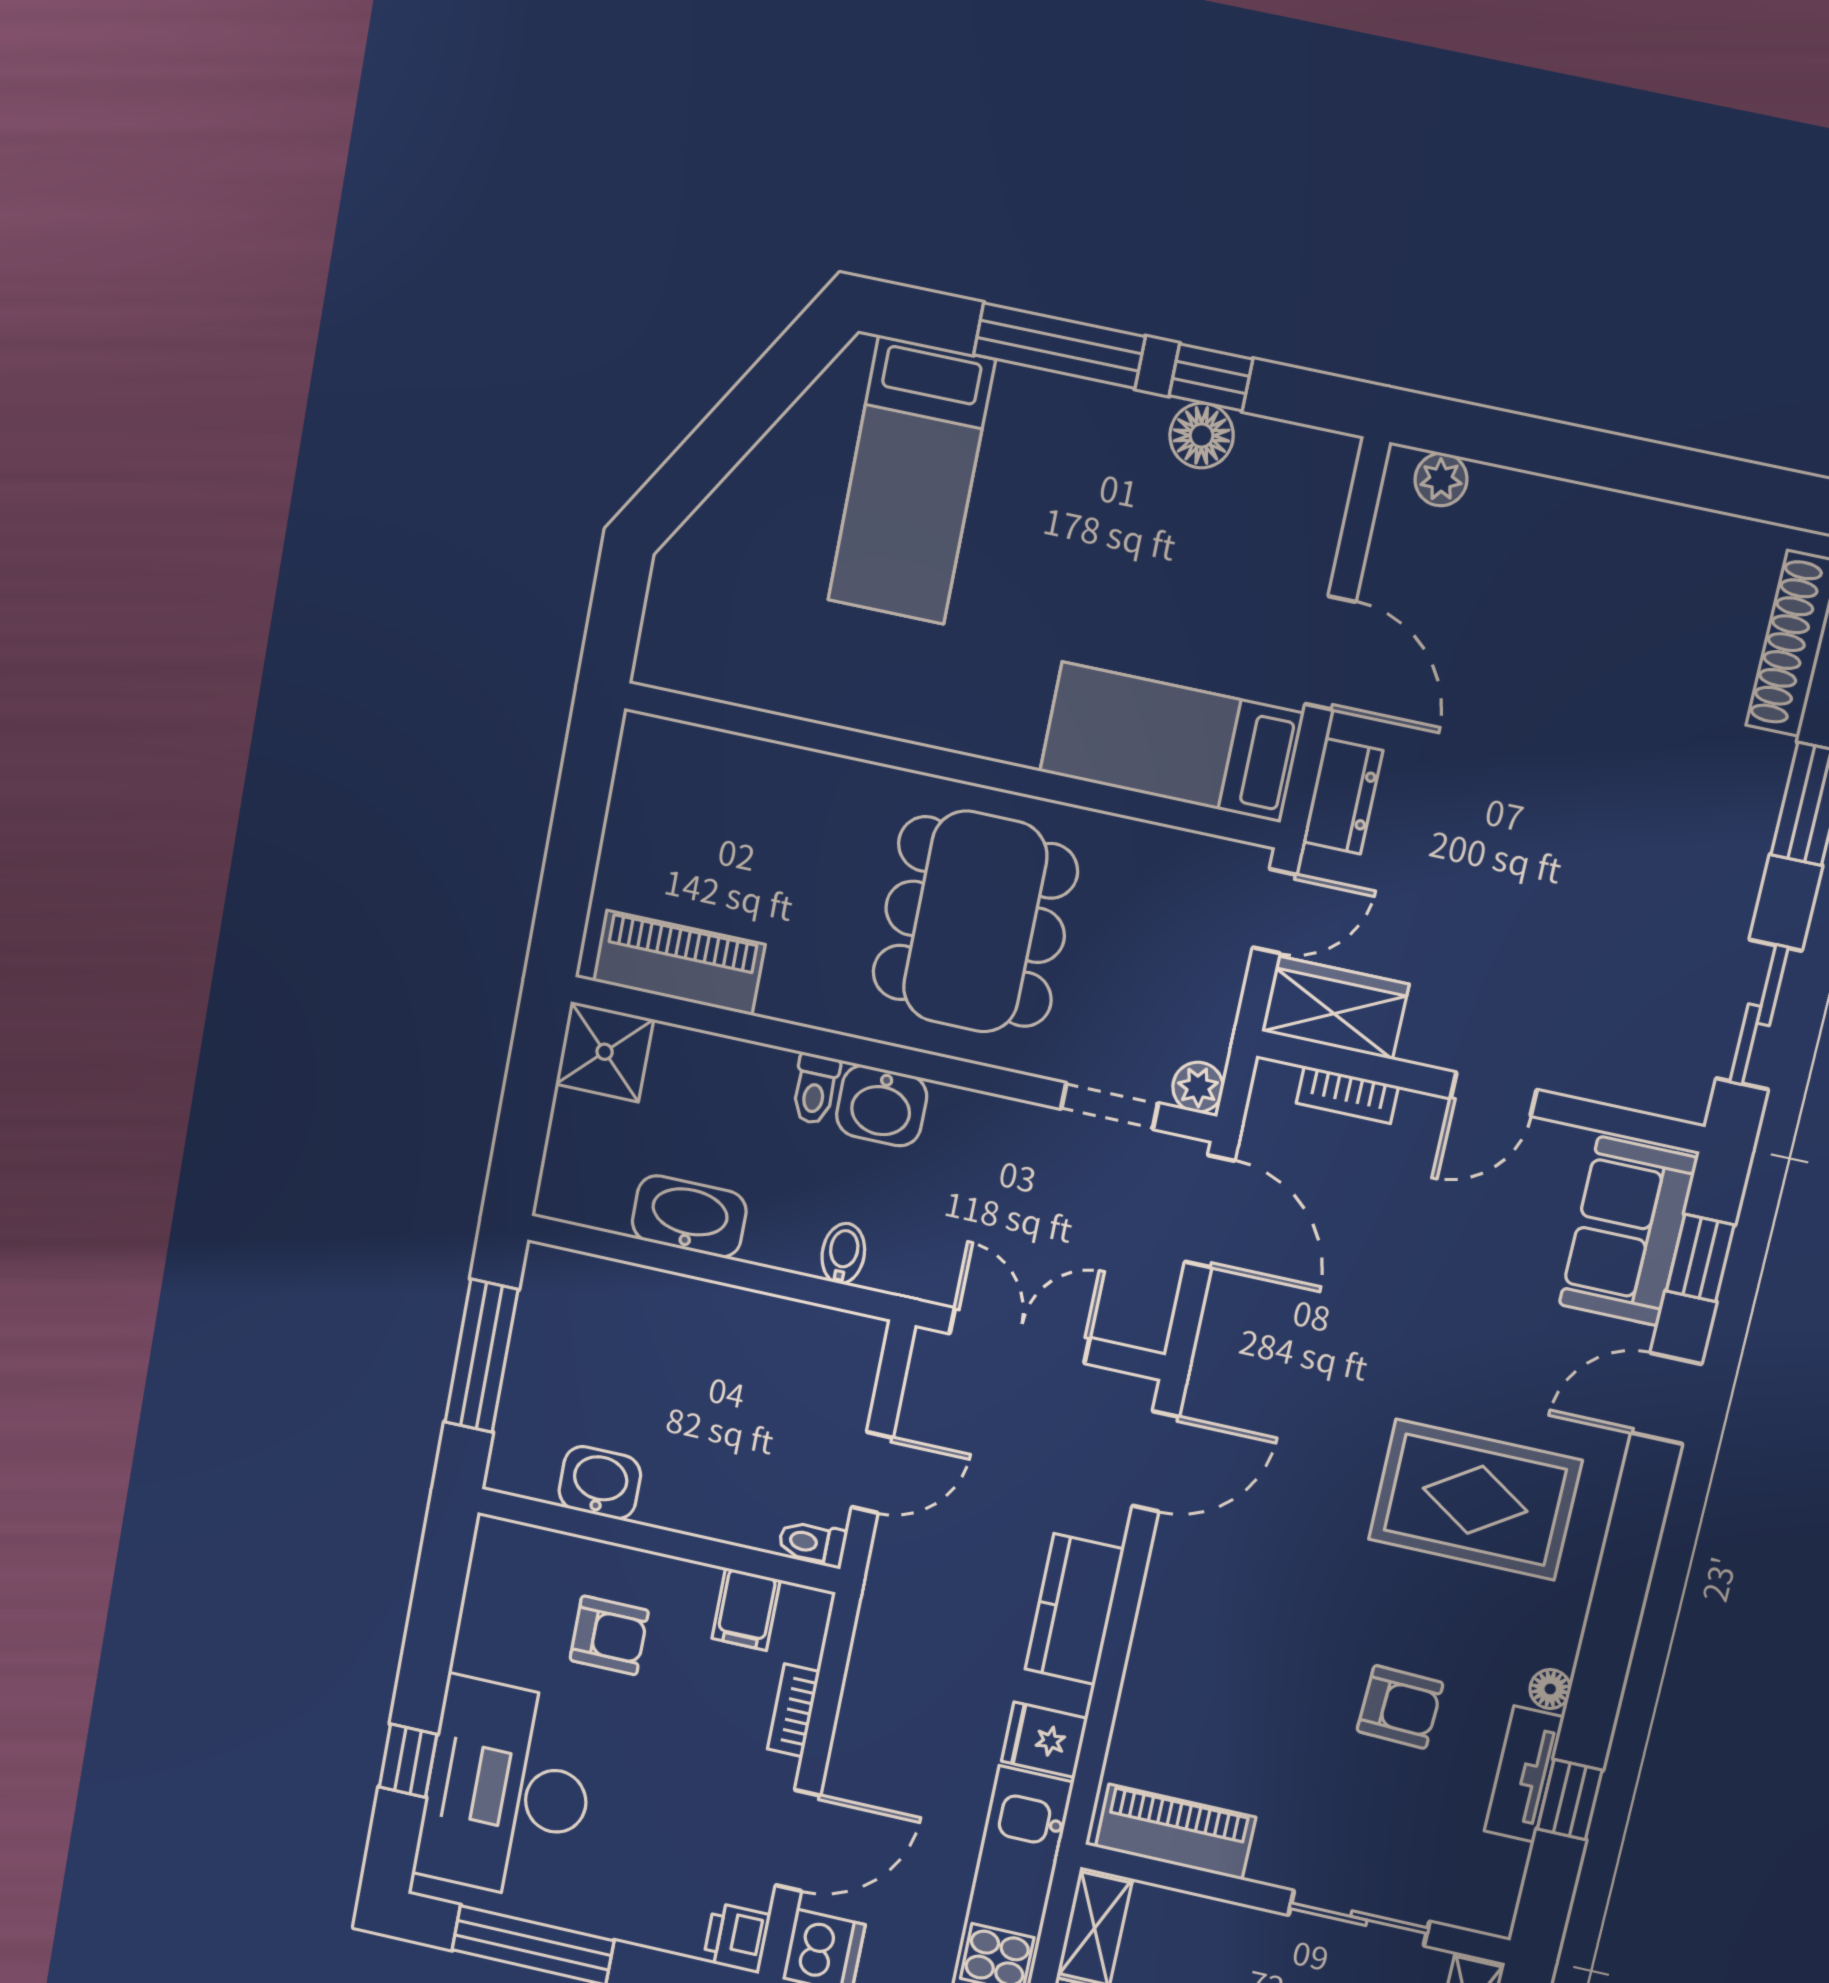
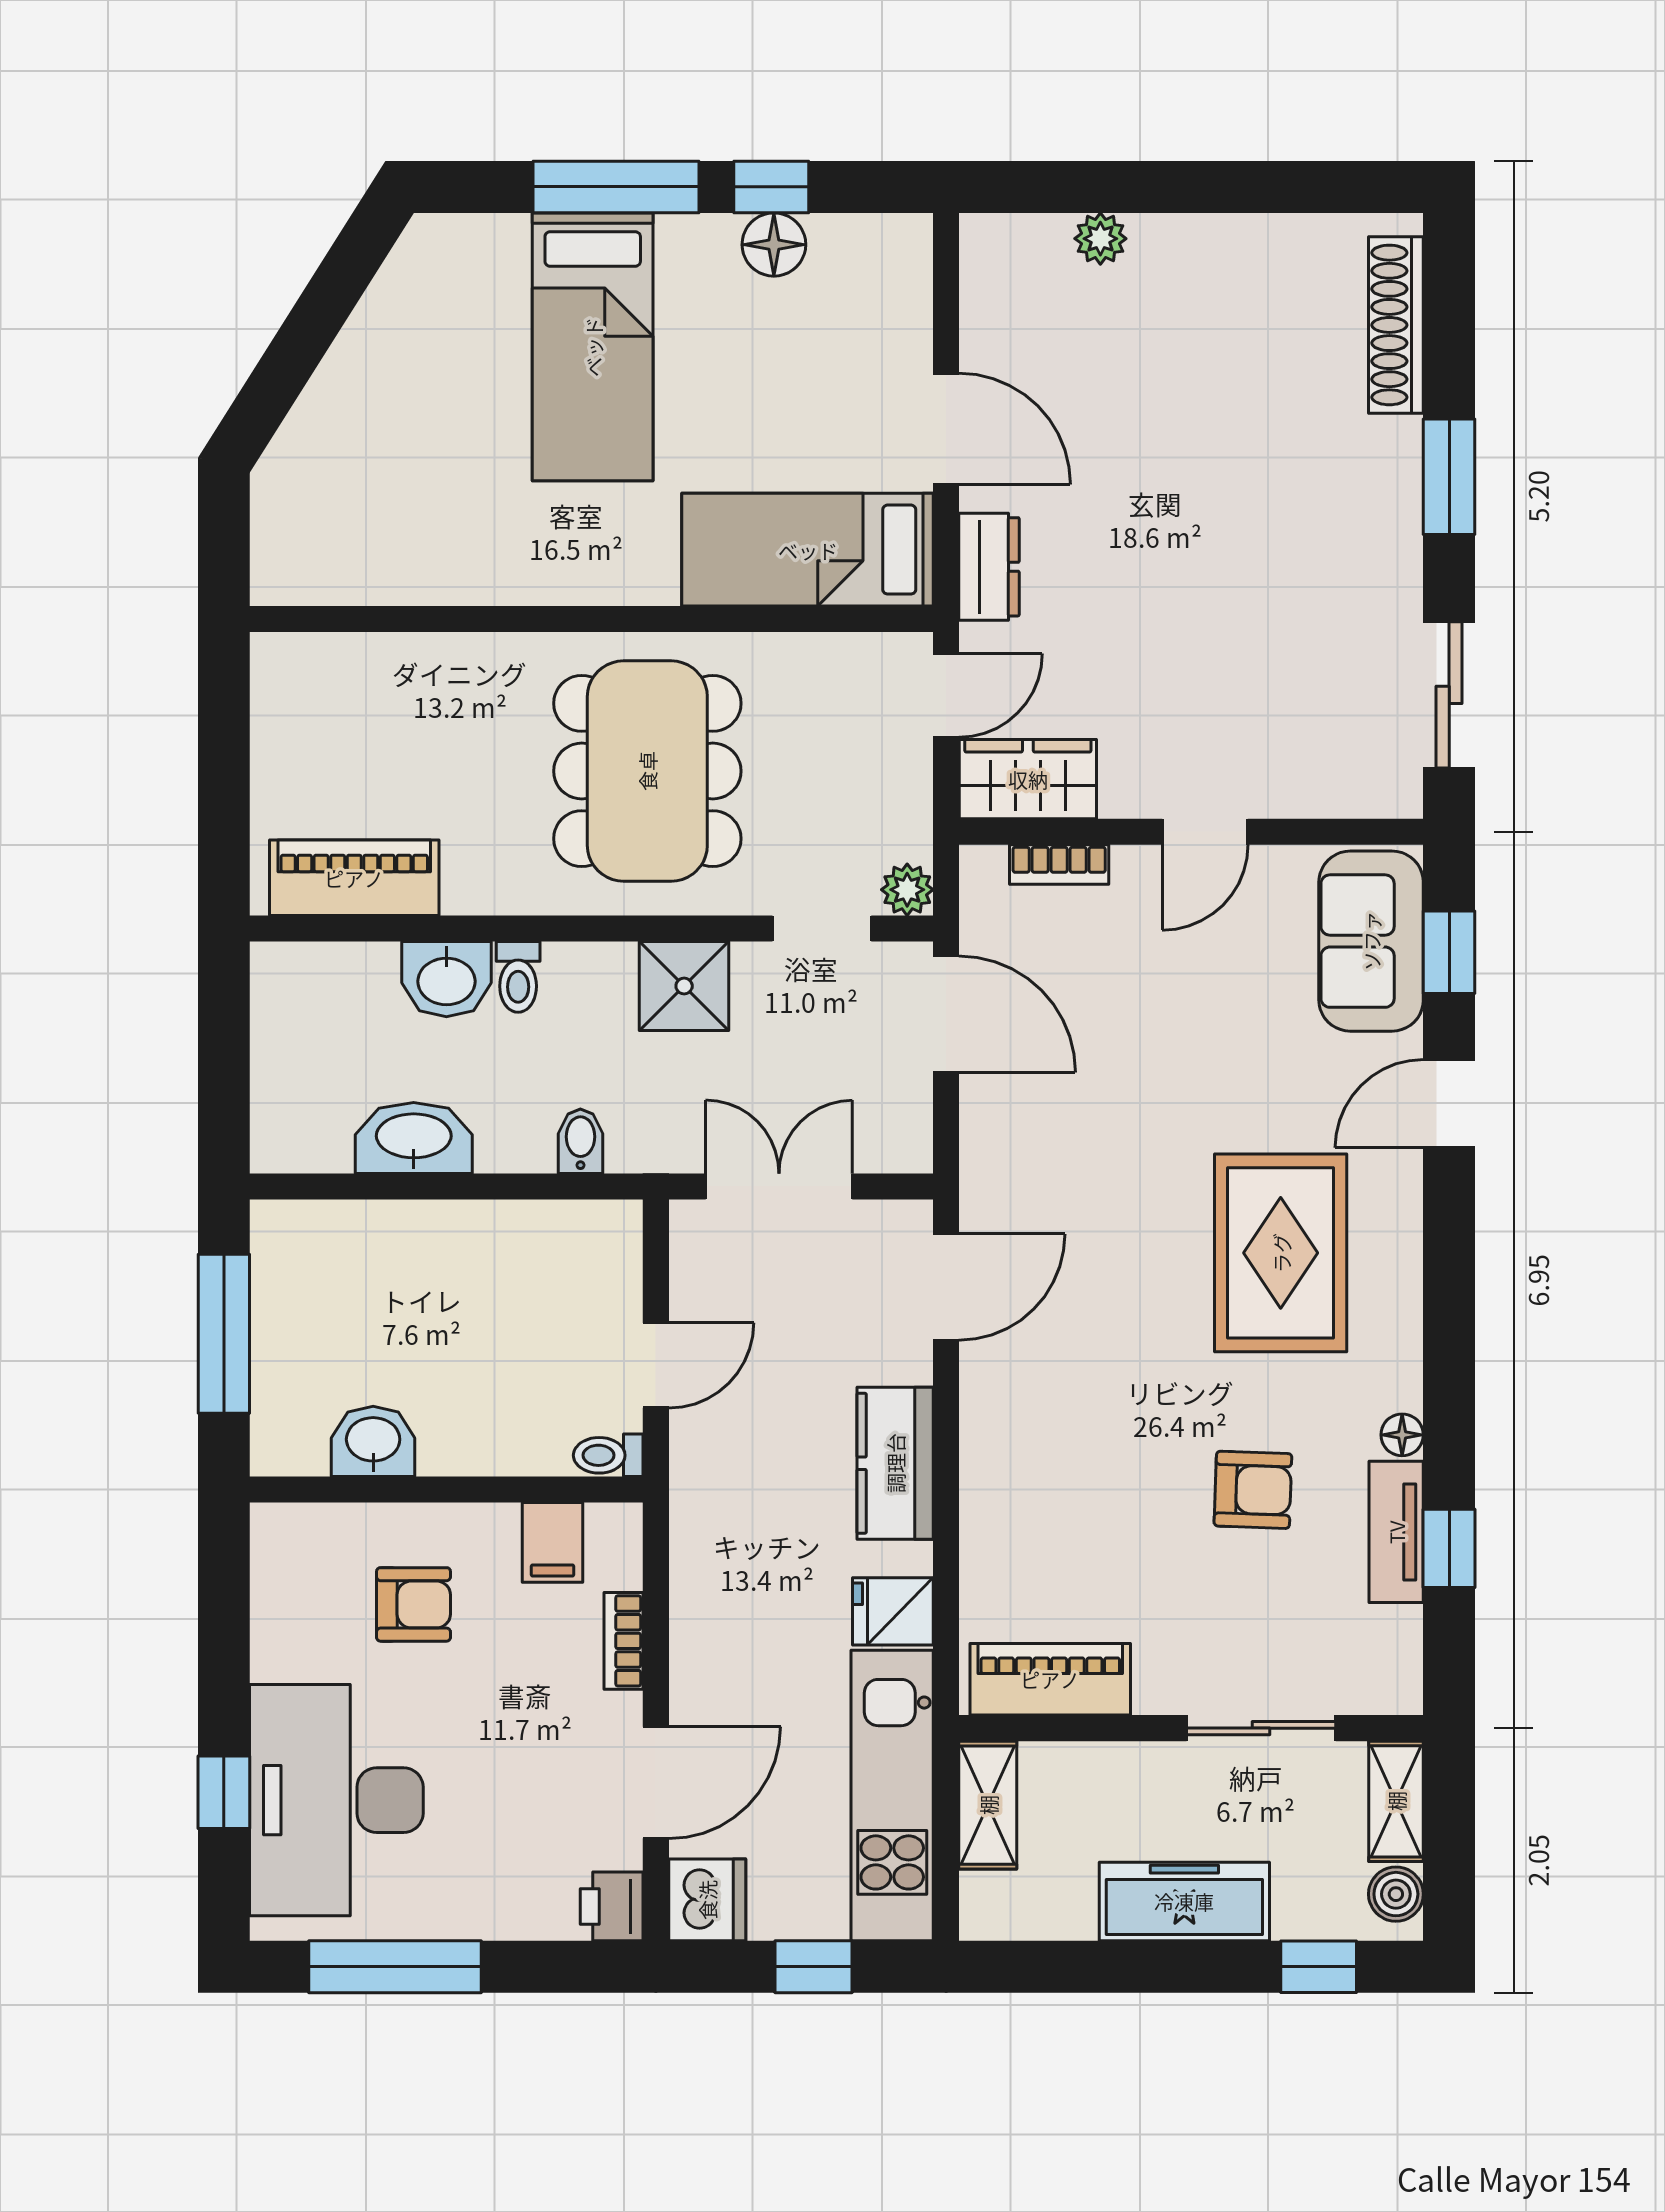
plant: (1441, 479) -> (1100, 239), moved
bed: (911, 480) -> (593, 347), moved
shower: (605, 1052) -> (684, 986), moved
washbasin: (882, 1106) -> (446, 979), moved
rug: (1475, 1500) -> (1281, 1253), turned 90

